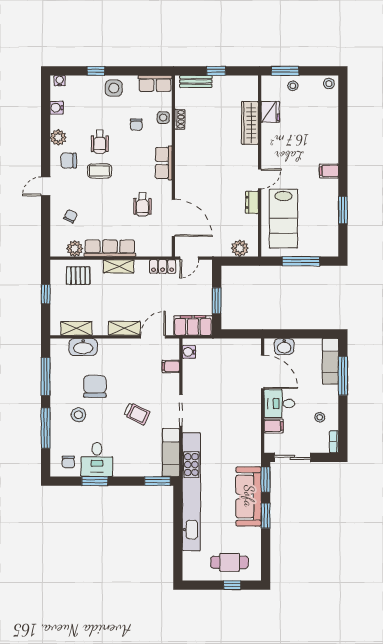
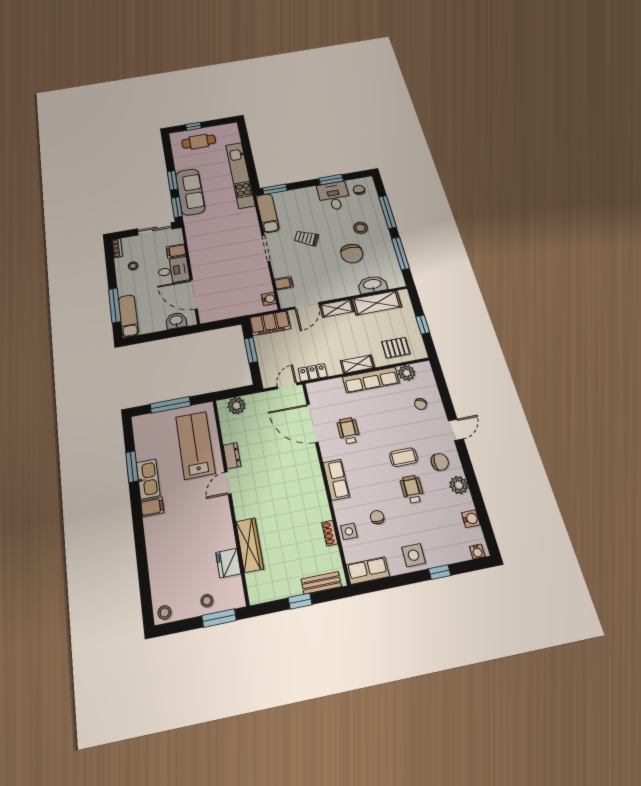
kitchen sink: (330, 196) -> (148, 479), added
shelving: (76, 328) -> (377, 303), width x1.50, depth x1.33
kitchen unit: (191, 492) -> (240, 175), width x0.73

